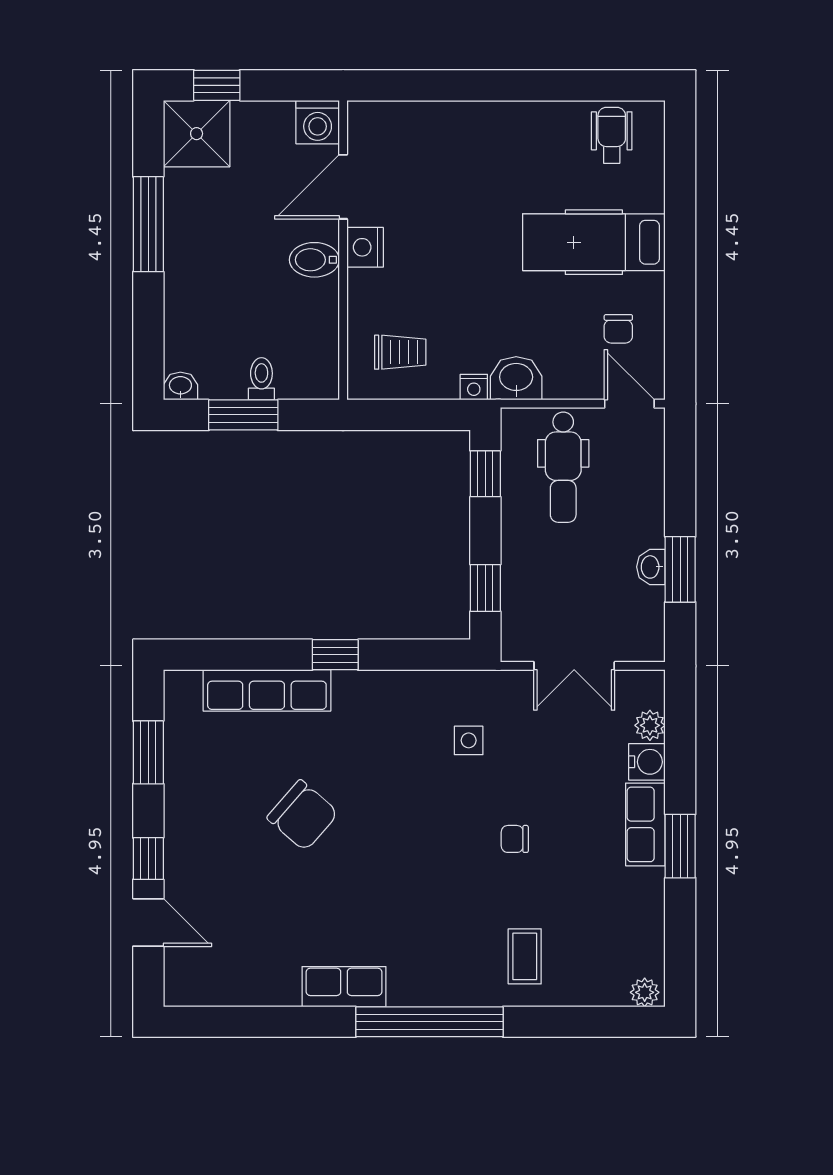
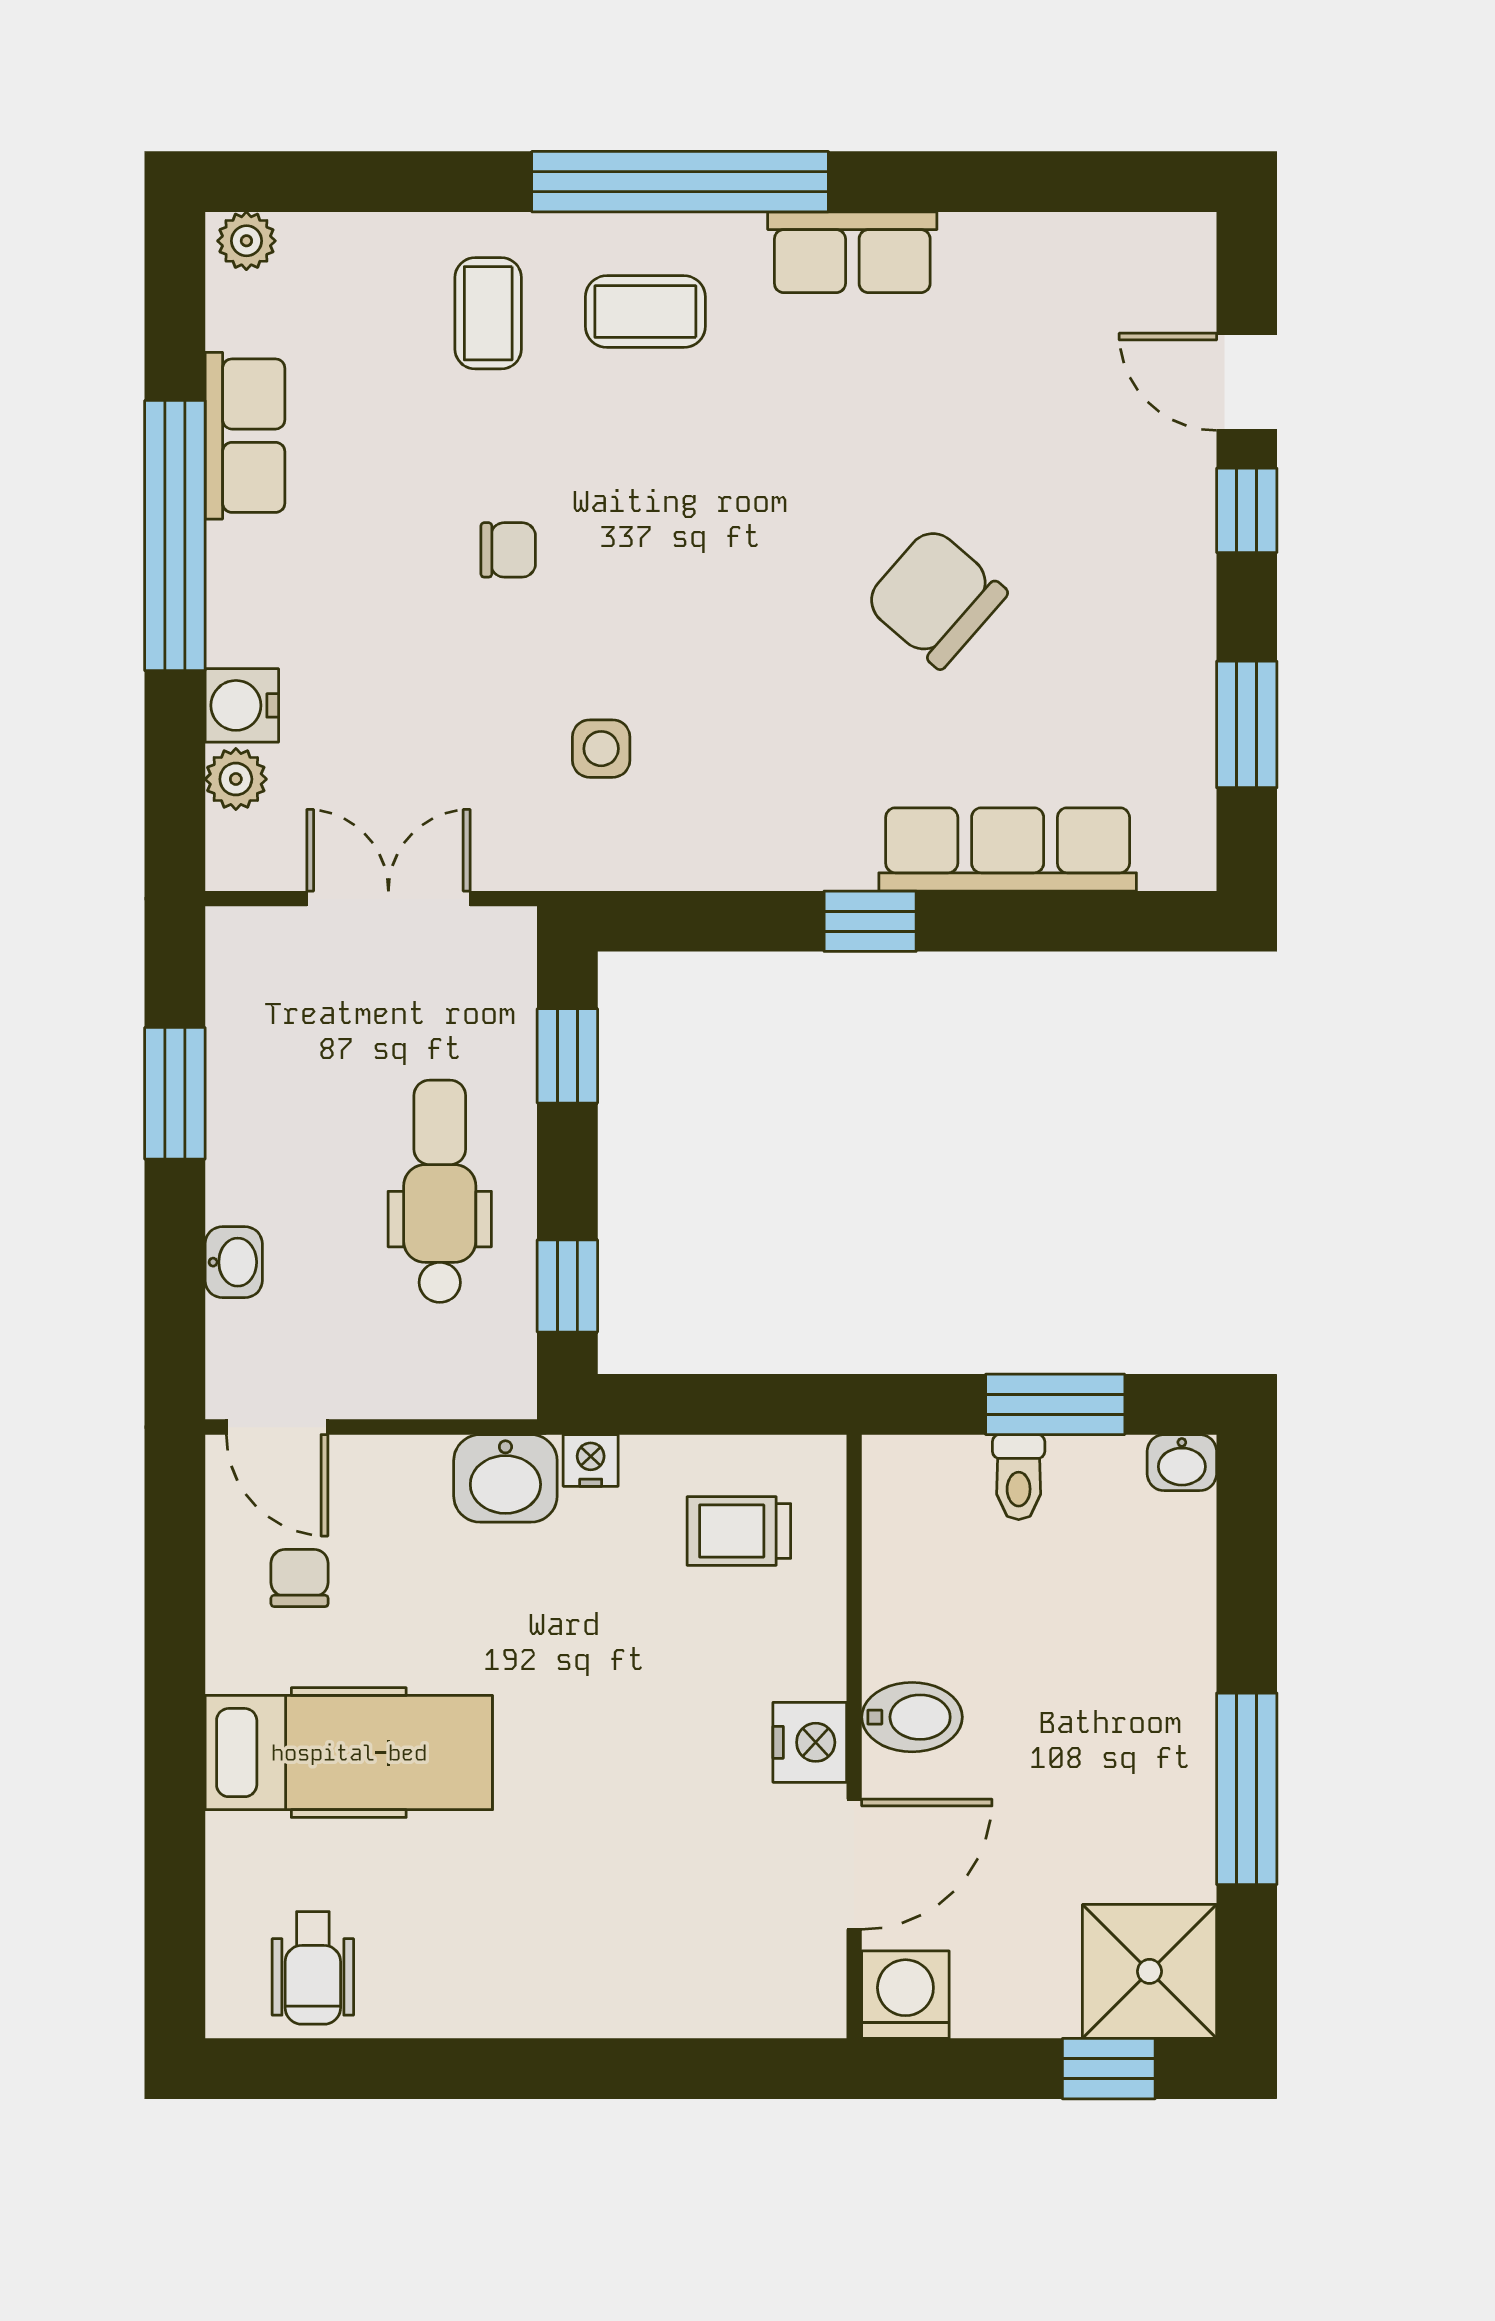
dental chair: (563, 467) -> (440, 1191), moved
washbasin: (651, 567) -> (234, 1262), moved
row of seats: (645, 824) -> (245, 436), moved
window: (680, 846) -> (175, 536), width x2.11
coffee table: (447, 957) -> (645, 312), added

